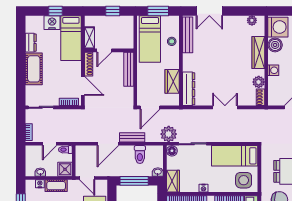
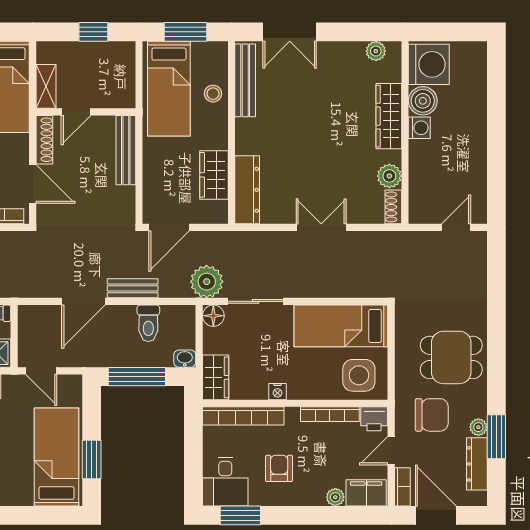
washing machine: (273, 70) -> (419, 128), moved

